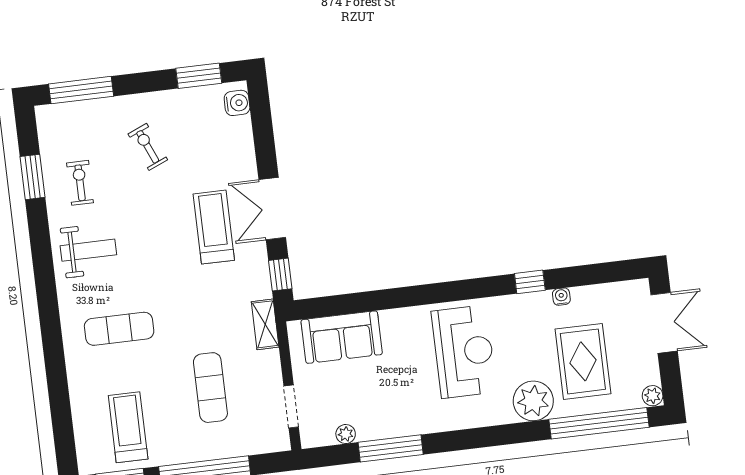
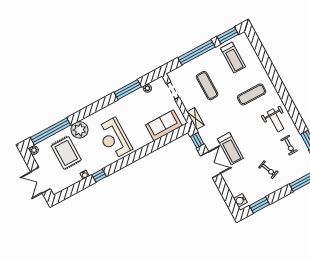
weight bench: (88, 250) -> (276, 120), turned -90

